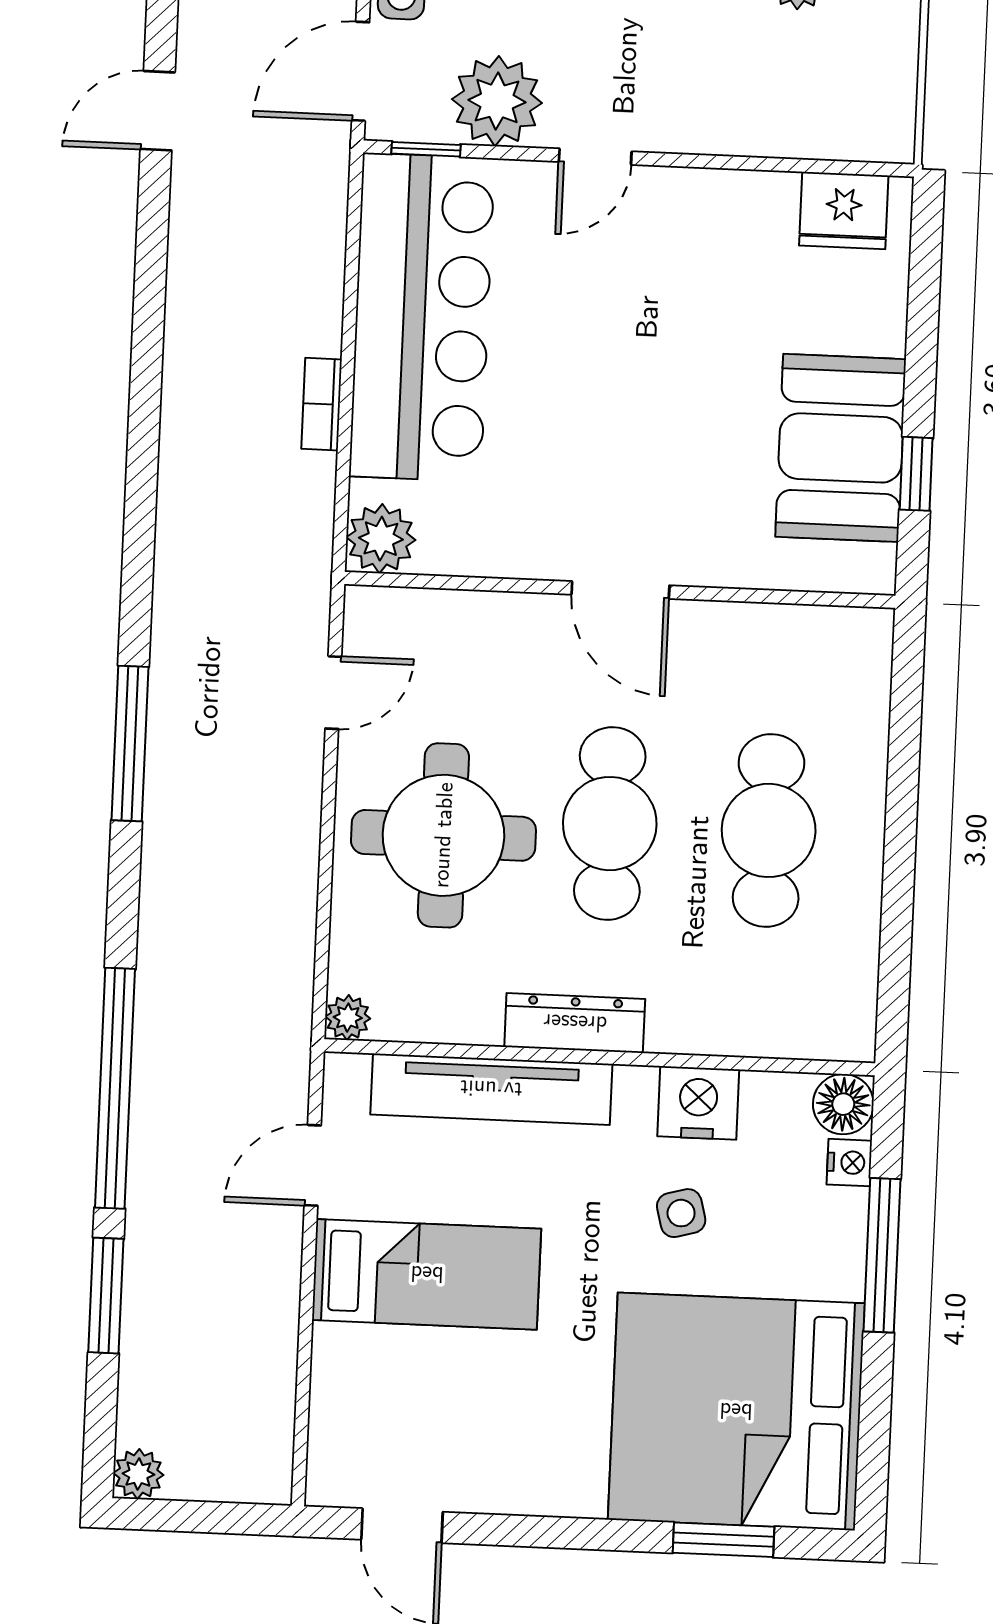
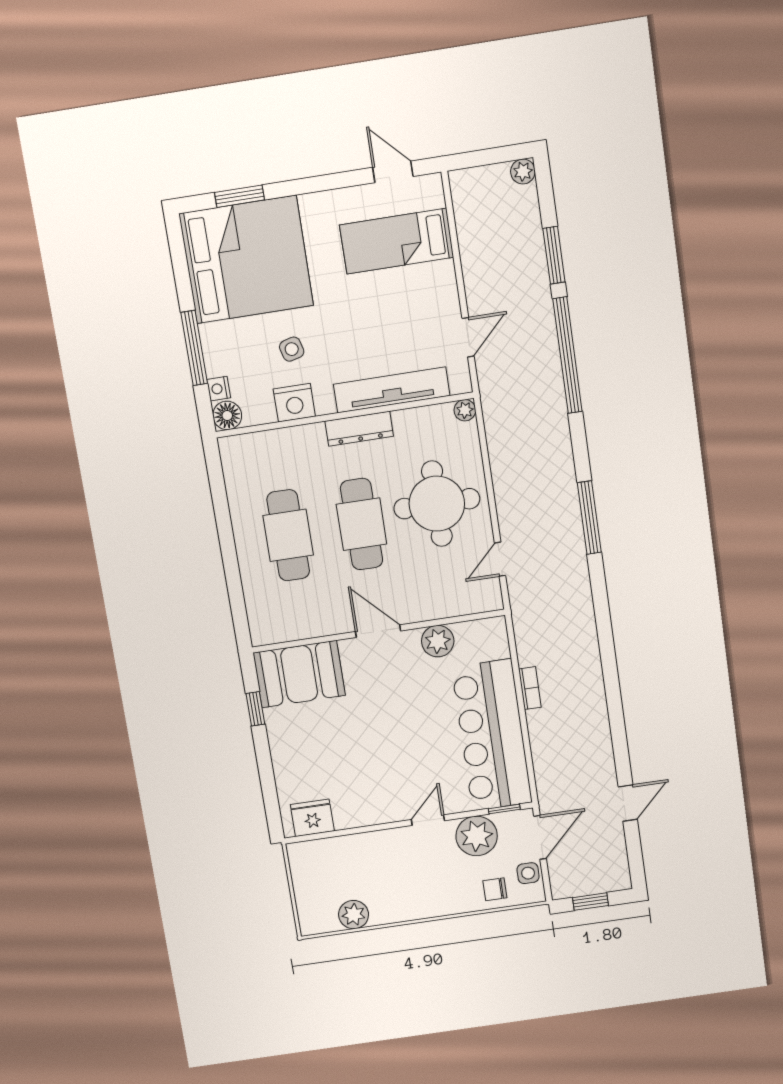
booth: (841, 448) -> (299, 674), moved, turned 90
plant: (381, 539) -> (438, 641), moved
bed: (427, 1274) -> (397, 241), moved

